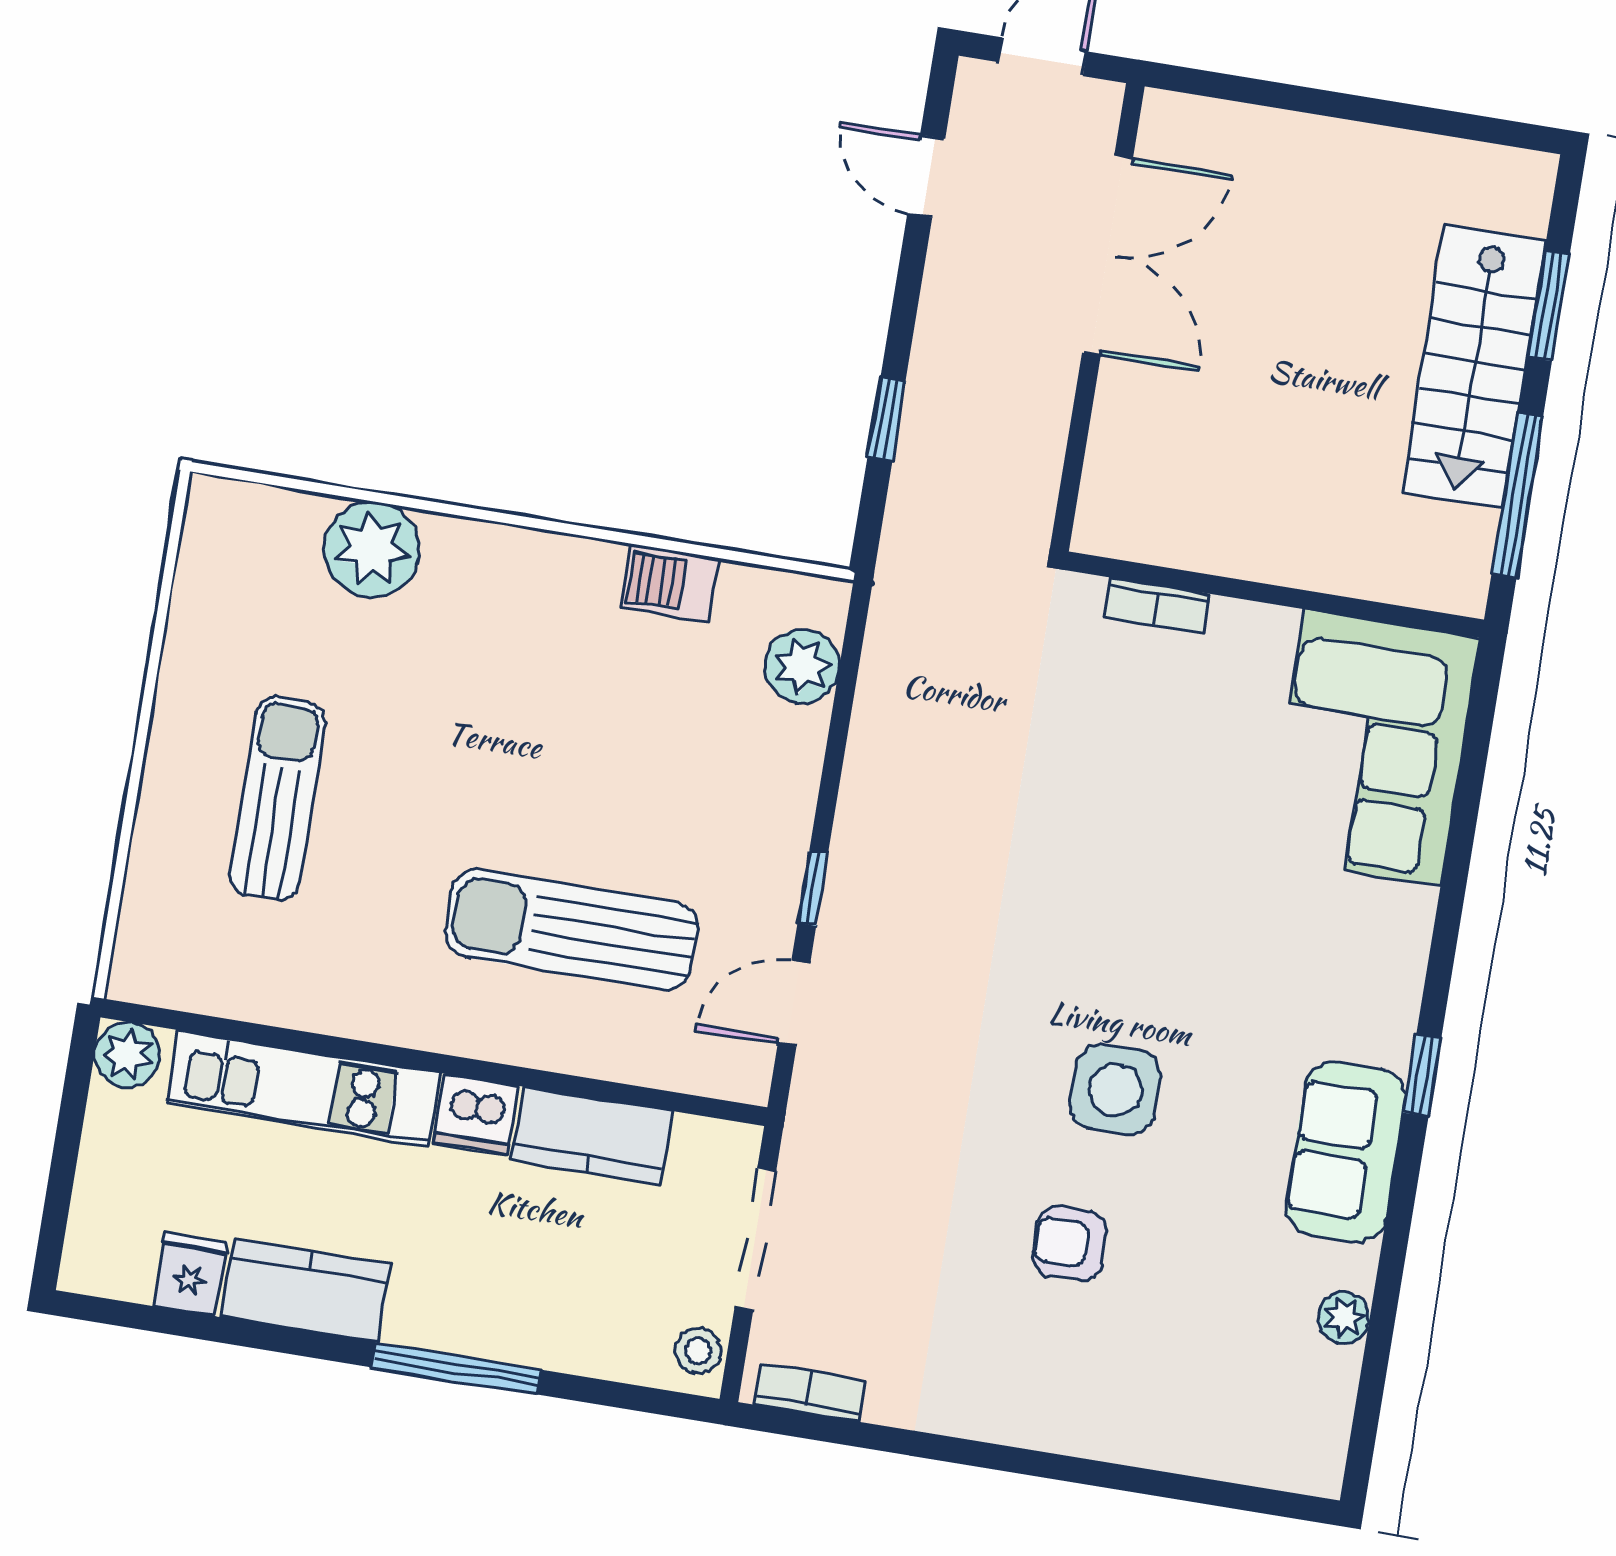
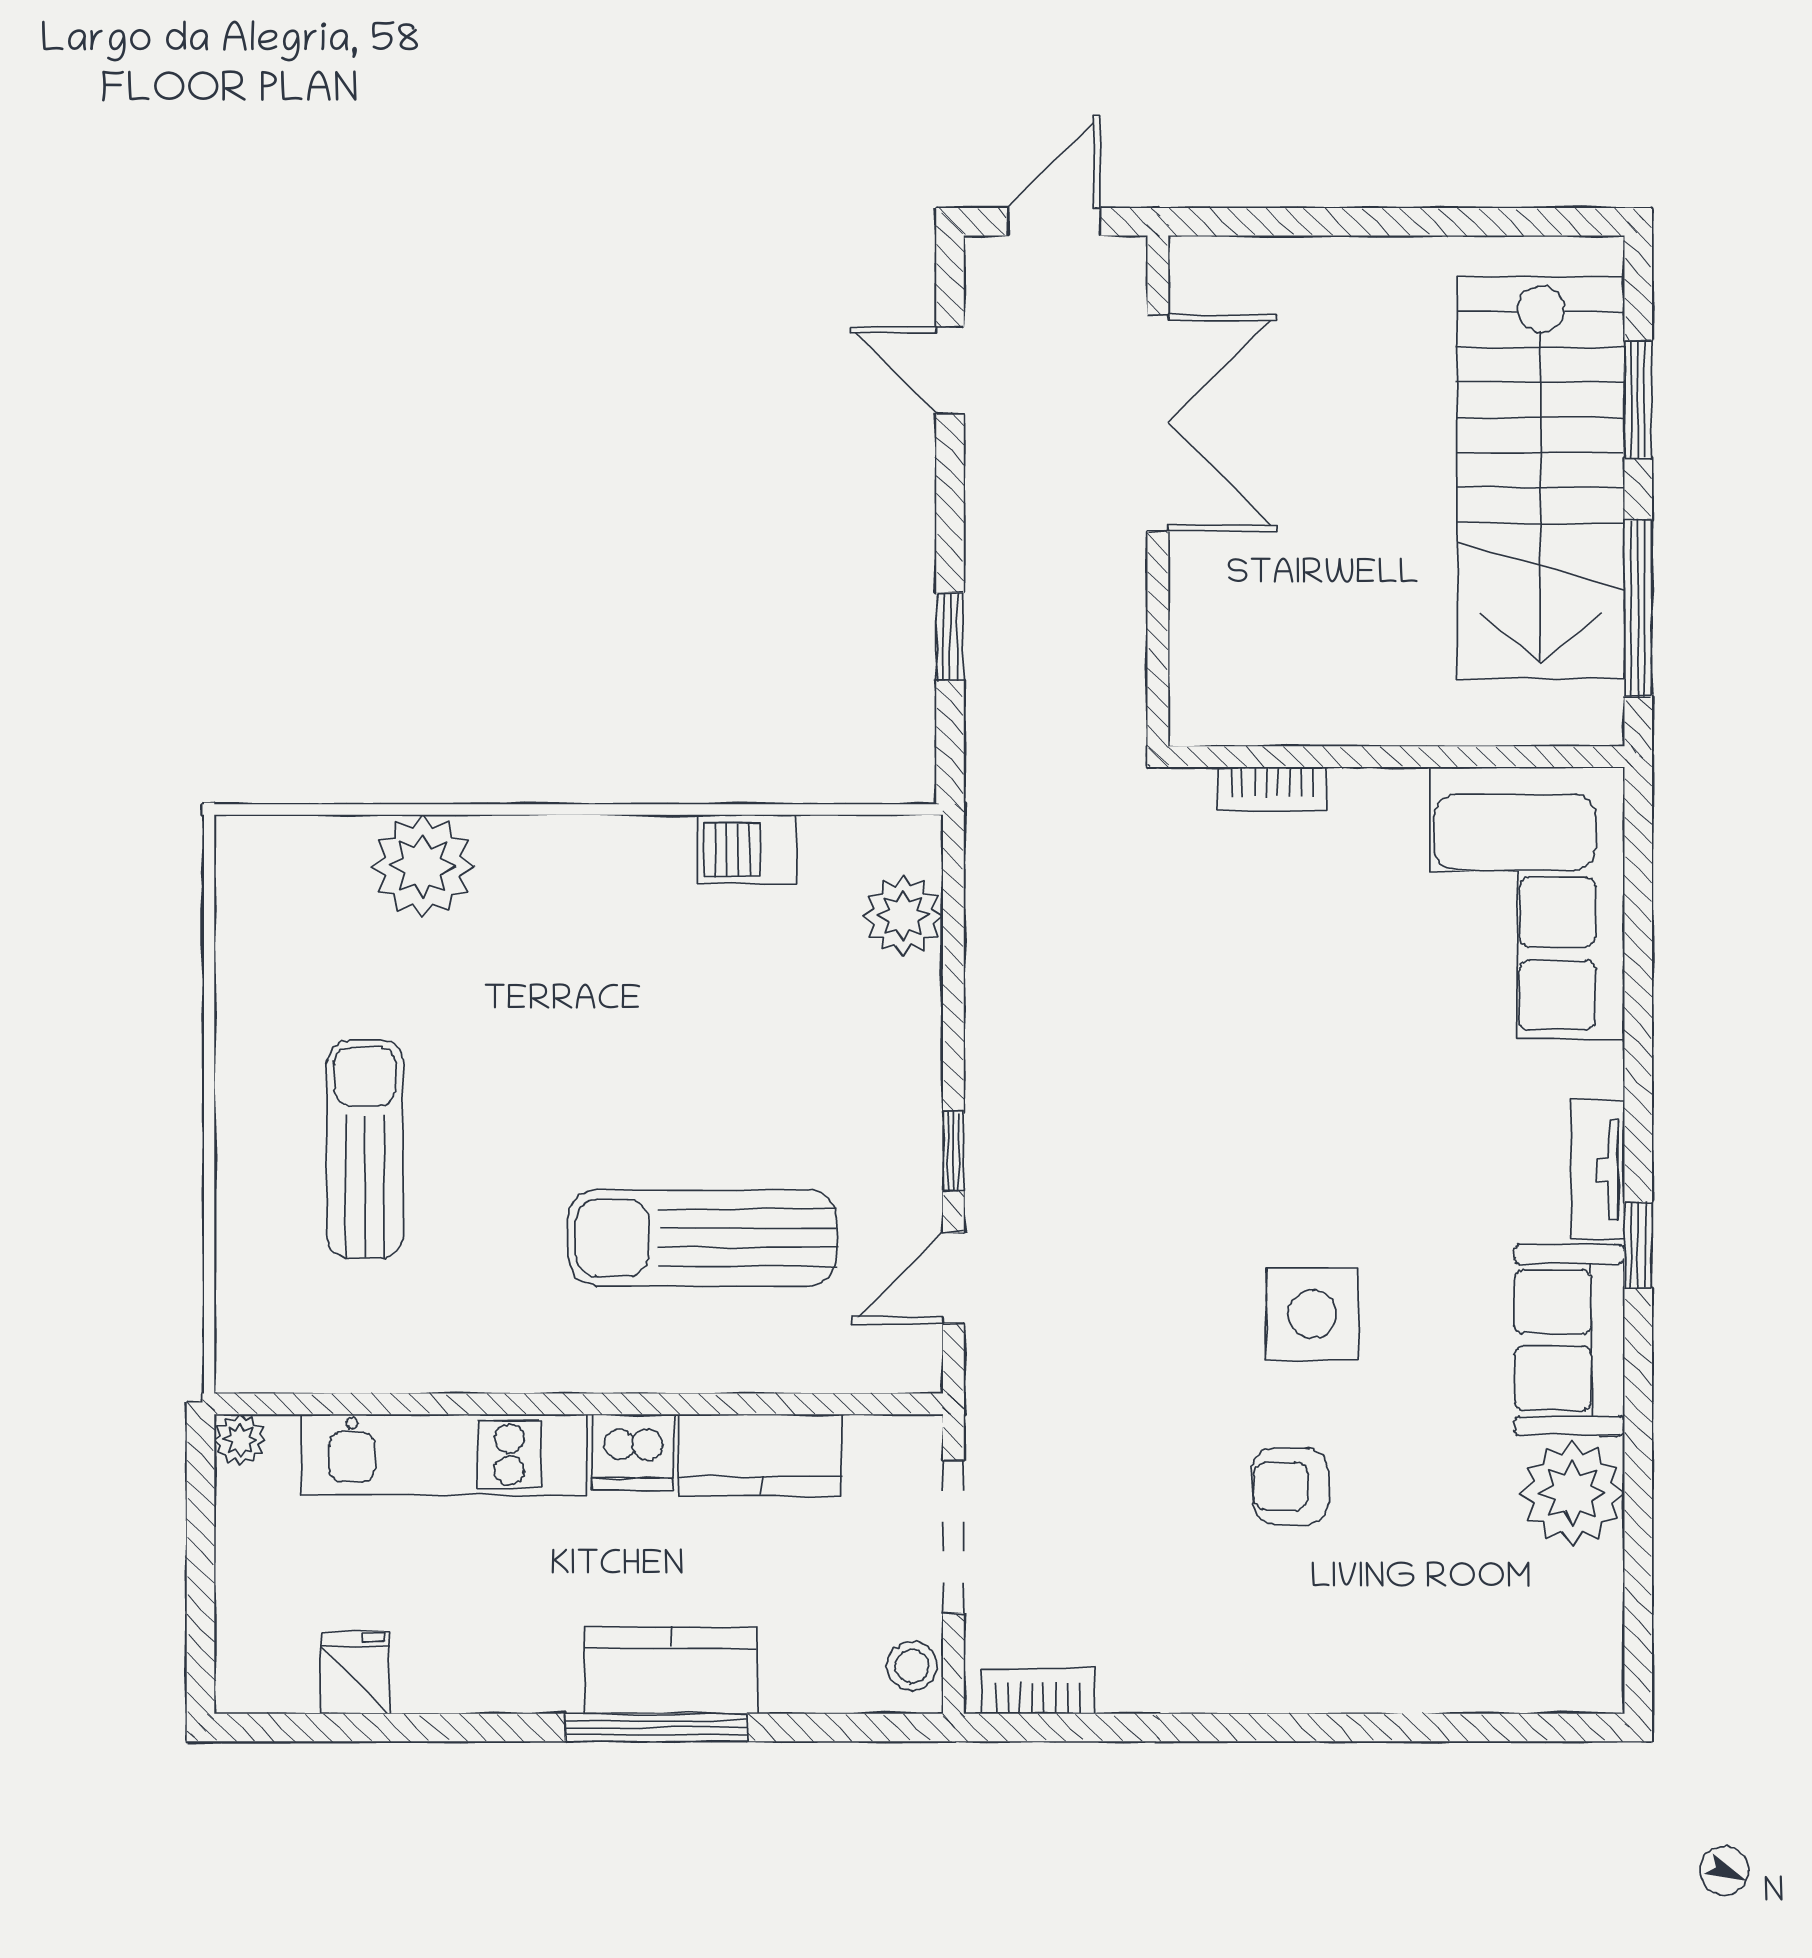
stairs: (1474, 367) -> (1541, 478), width x1.36, depth x1.51
tv unit: (1397, 1001) -> (1598, 1170), added
plant: (127, 1055) -> (240, 1440), width x0.73, depth x0.73
kitchen counter: (306, 1291) -> (671, 1671), moved
plant: (1344, 1318) -> (1572, 1493), width x1.88, depth x1.88

